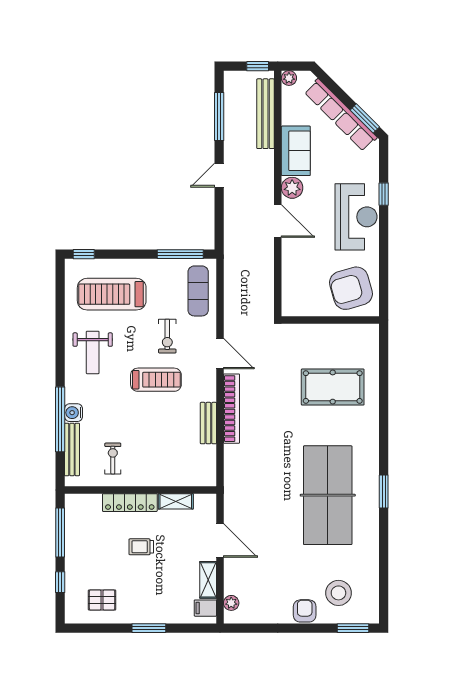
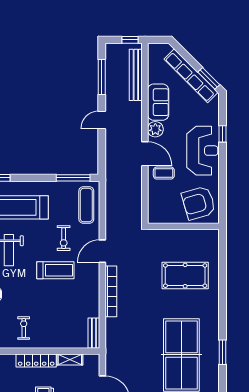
plant: (289, 78) -> (153, 49), removed
coffee table: (304, 247) -> (164, 173), added
door: (220, 354) -> (102, 251), swing flipped
bench: (208, 423) -> (94, 333), moved

